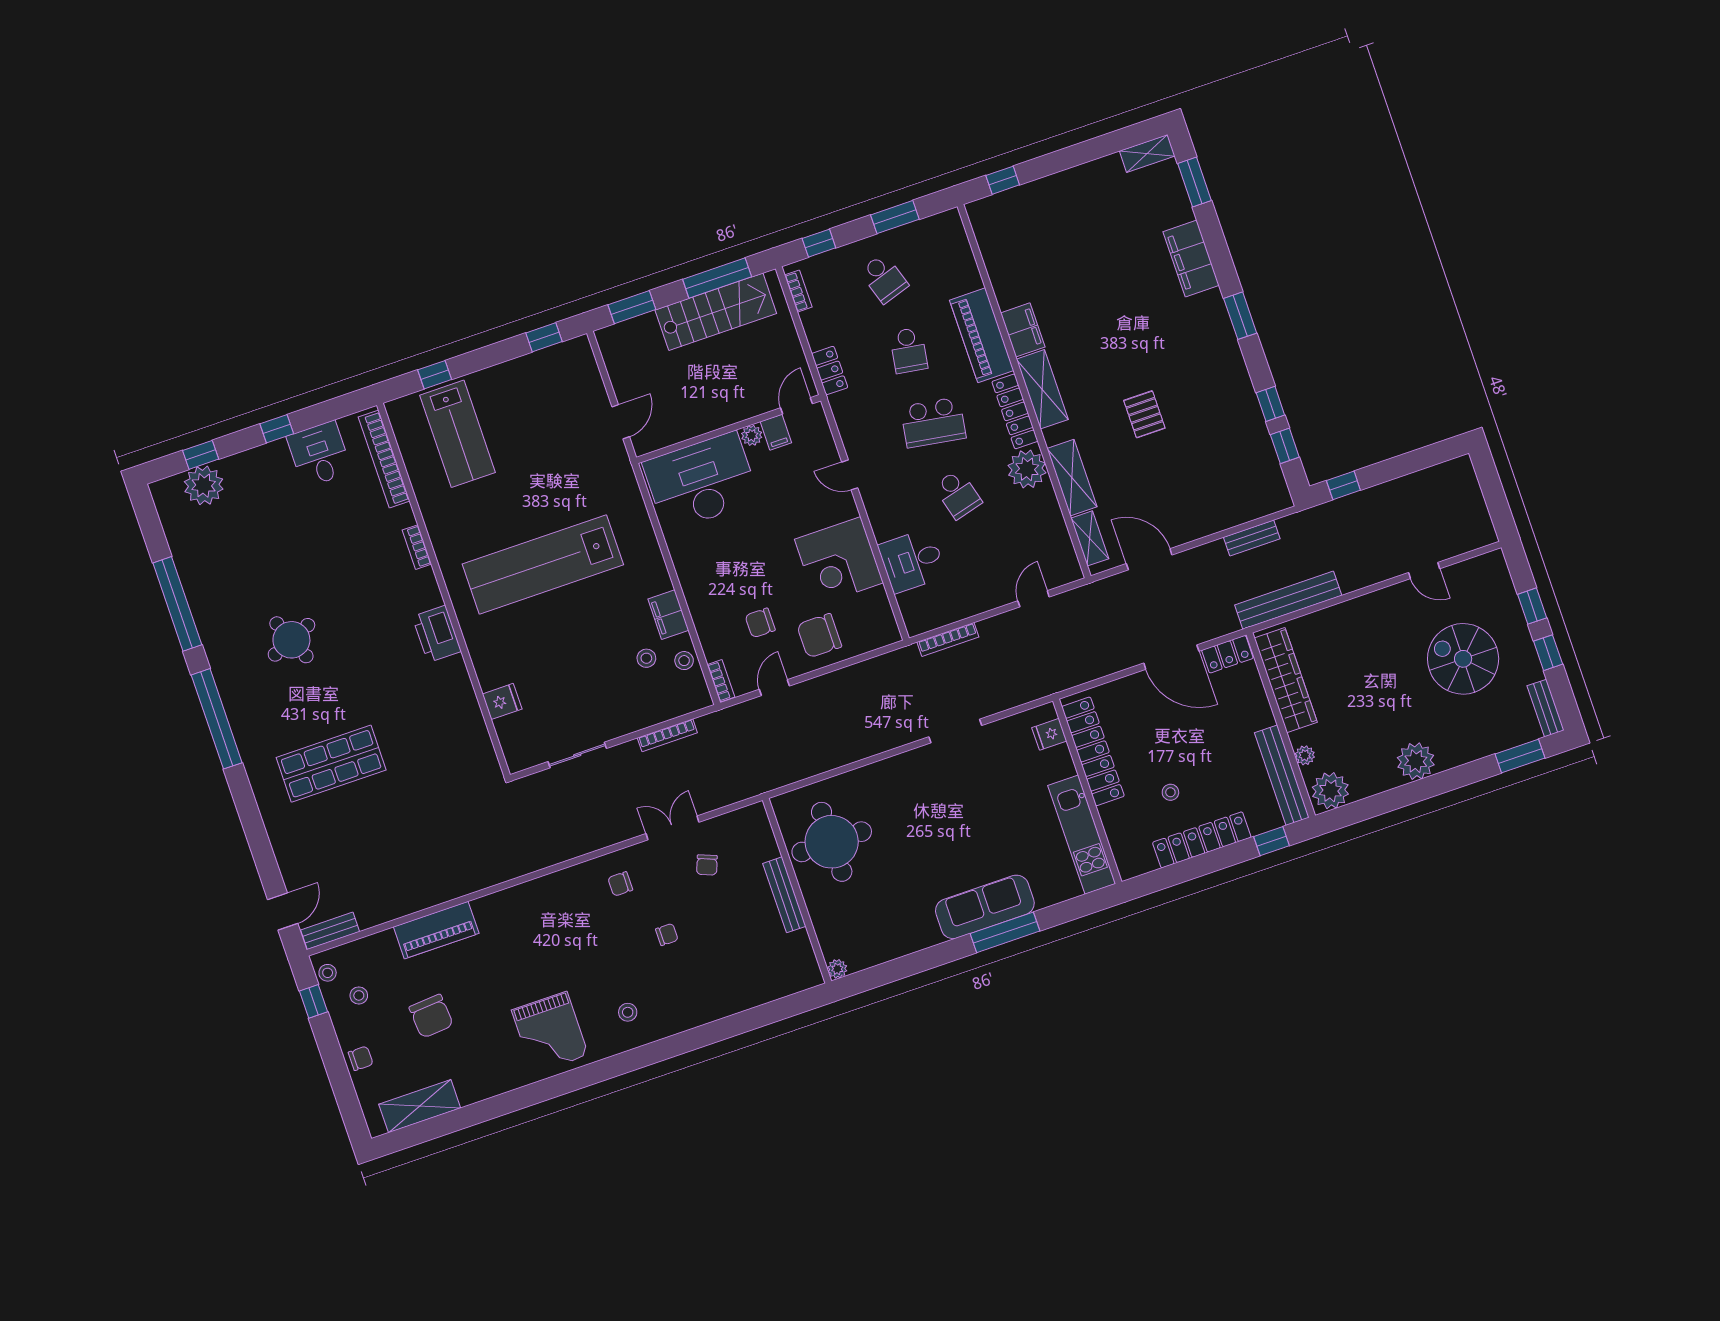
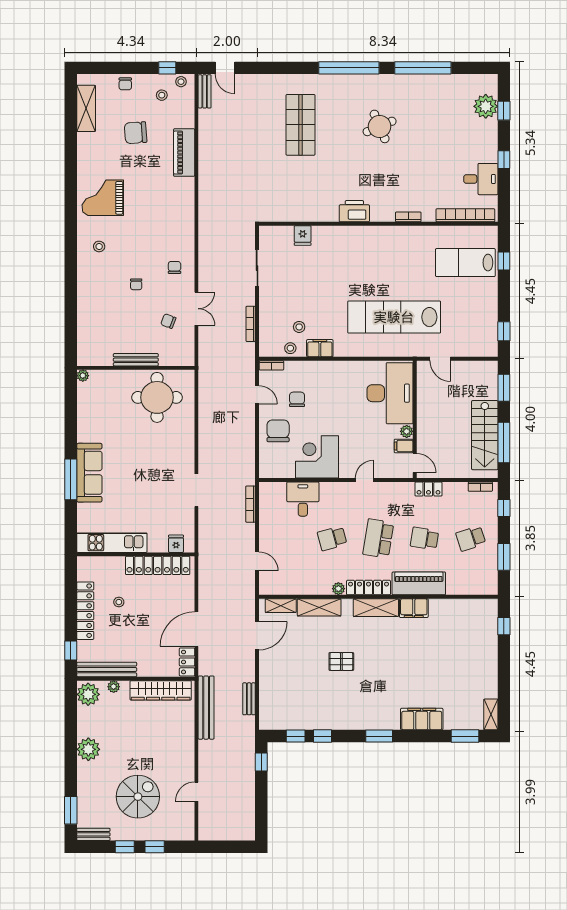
plant: (1027, 469) -> (338, 589), width x0.53, depth x0.53
lab bench: (543, 564) -> (394, 317), moved, turned -90

